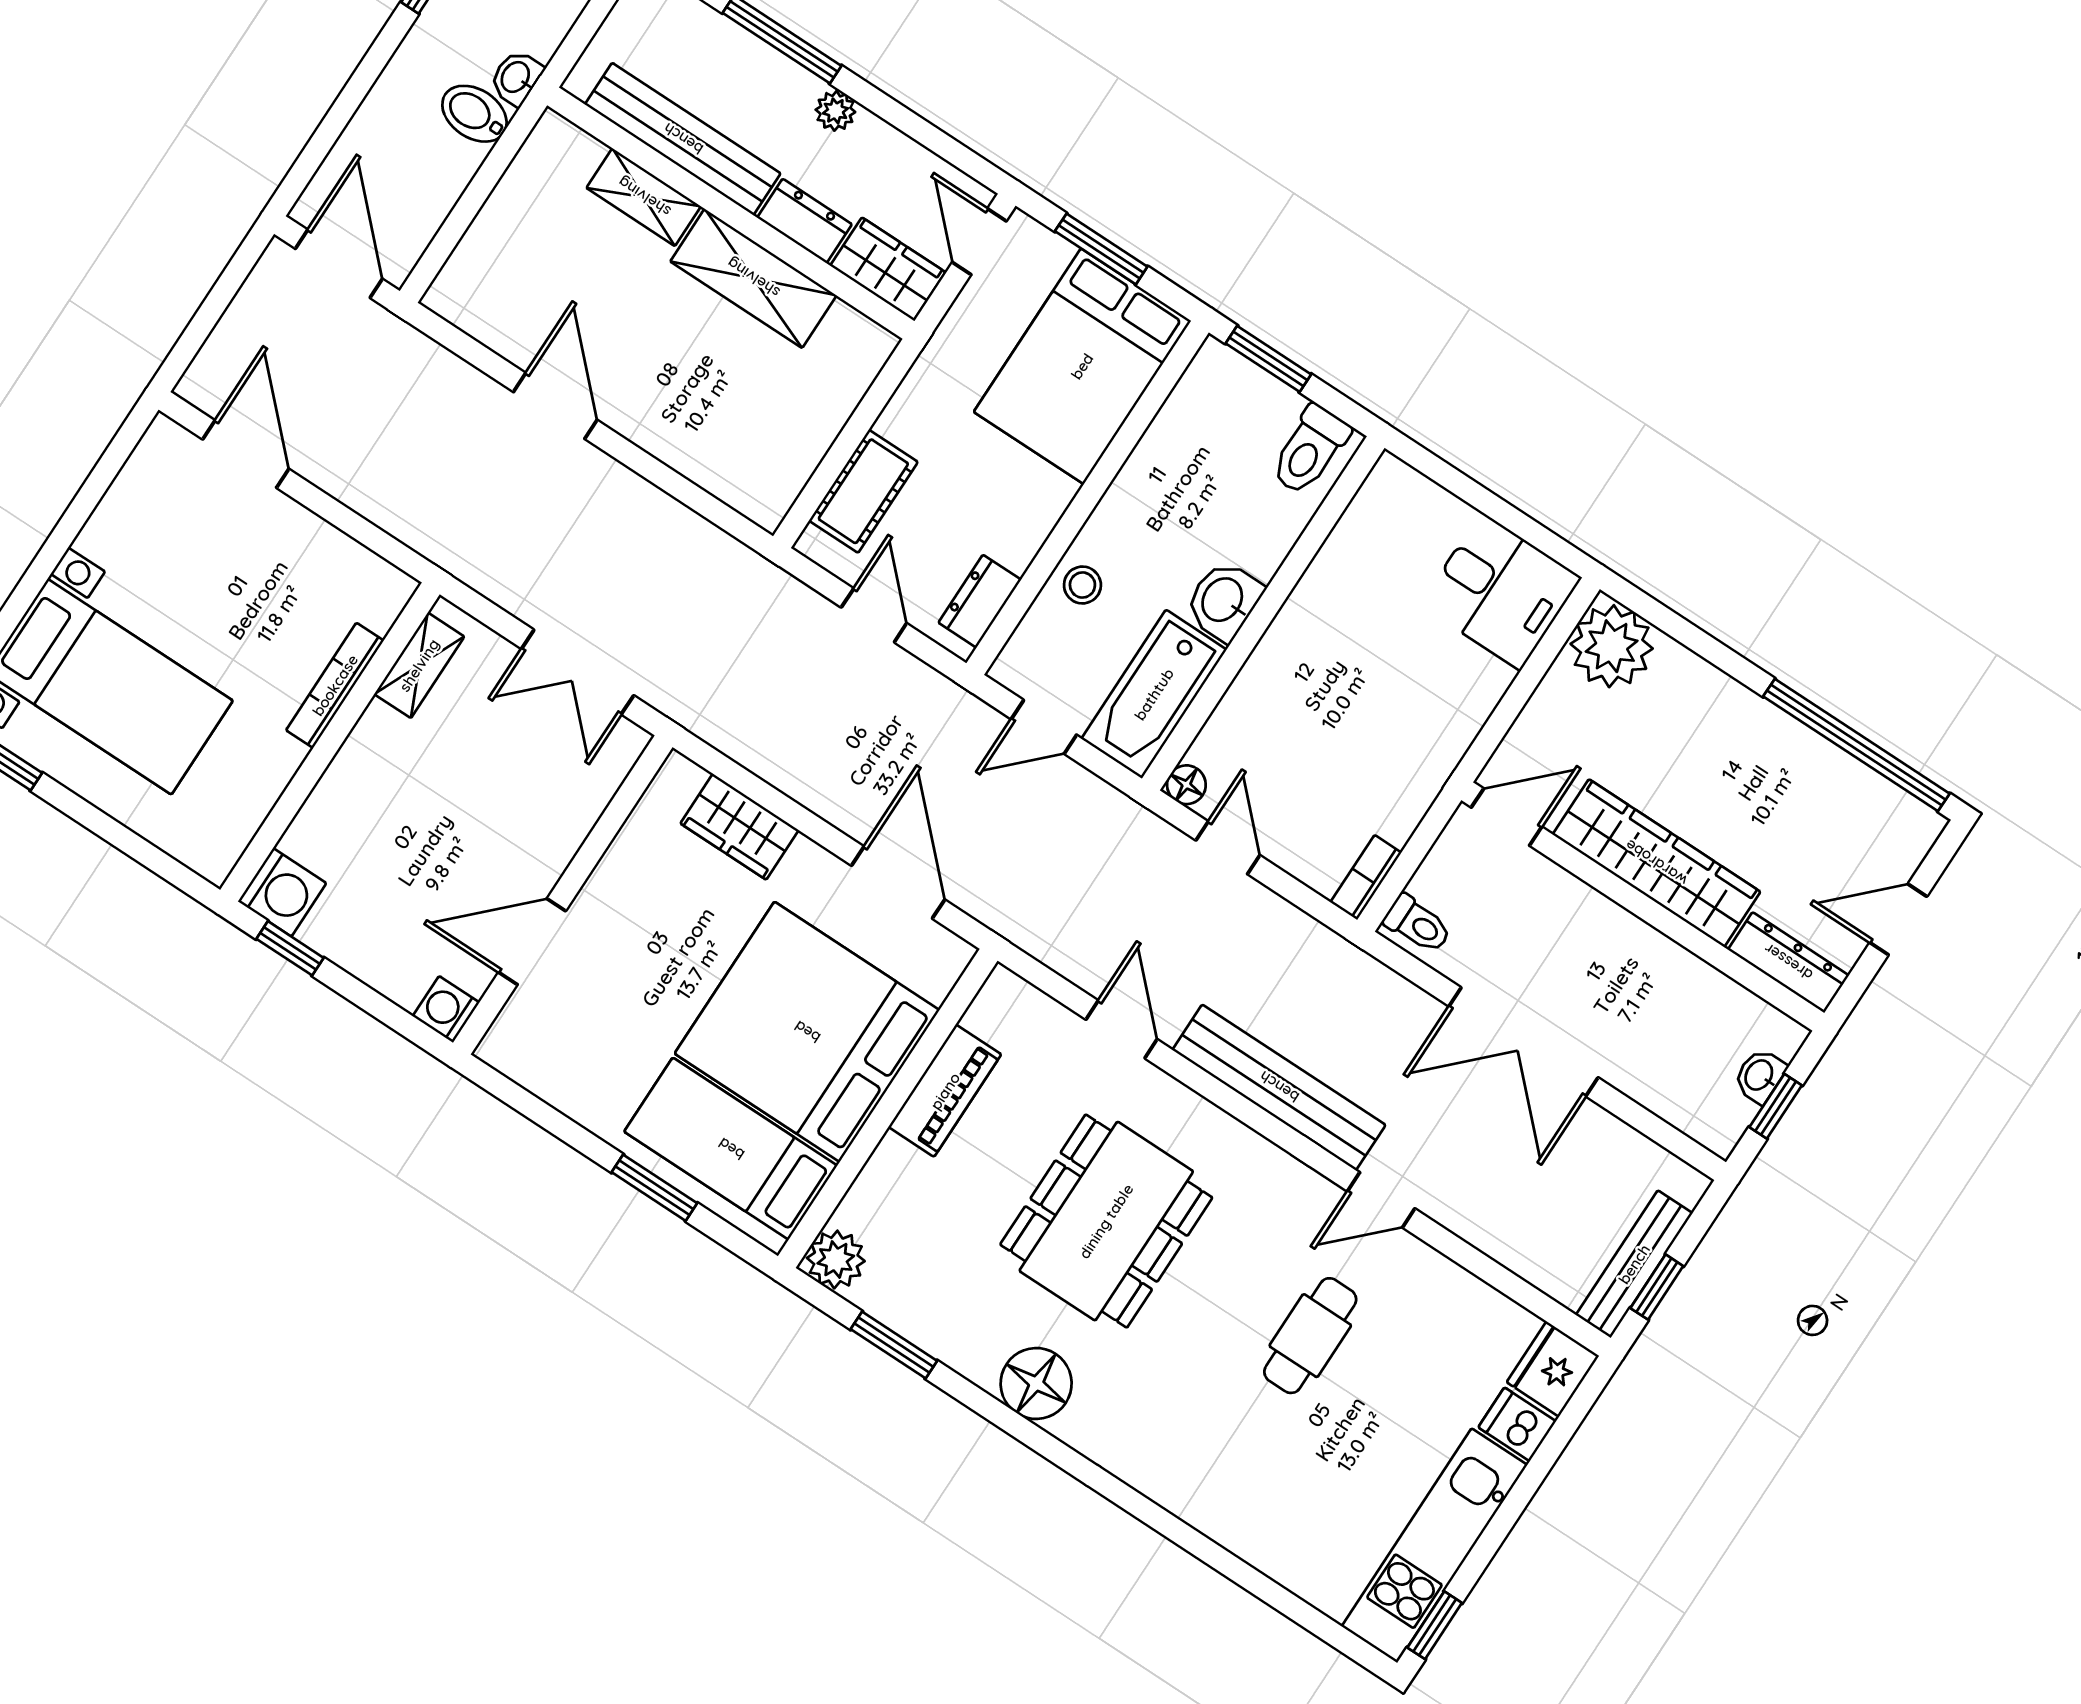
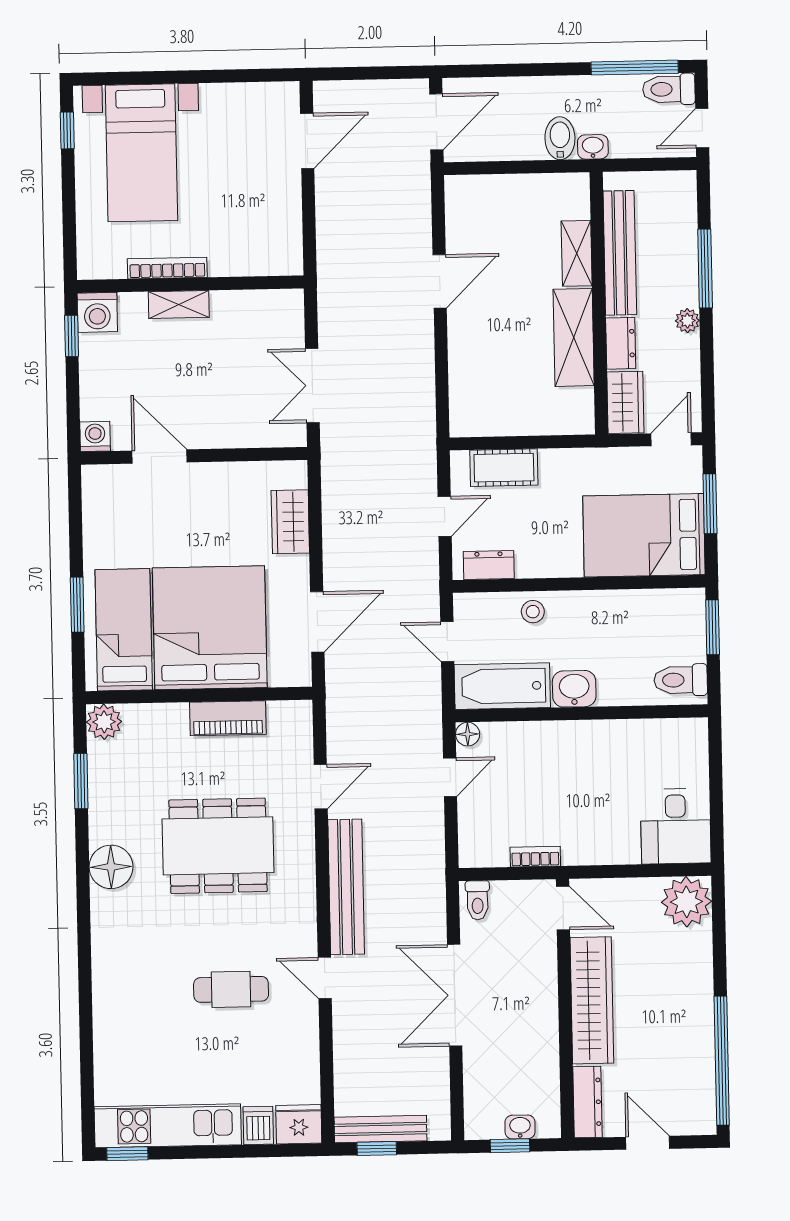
shelving: (419, 665) -> (179, 304), moved
bookcase: (335, 685) -> (167, 268), moved
bookcase: (1366, 877) -> (535, 857), moved

